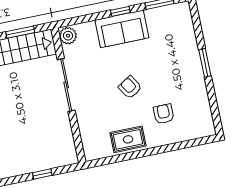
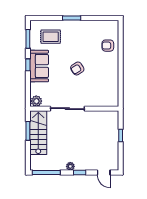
armchair: (164, 114) -> (108, 46), moved
rug: (128, 139) -> (51, 37), moved, turned 90

